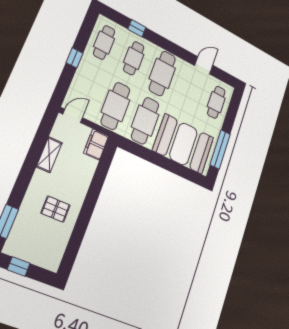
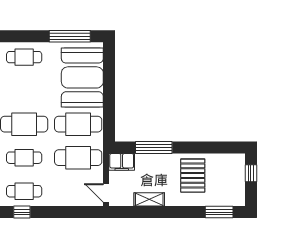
window: (74, 58) -> (22, 212), moved
window: (98, 182) -> (154, 148), added
pallet: (55, 209) -> (193, 176), width x1.50, depth x1.42
window: (19, 266) -> (251, 173), moved

